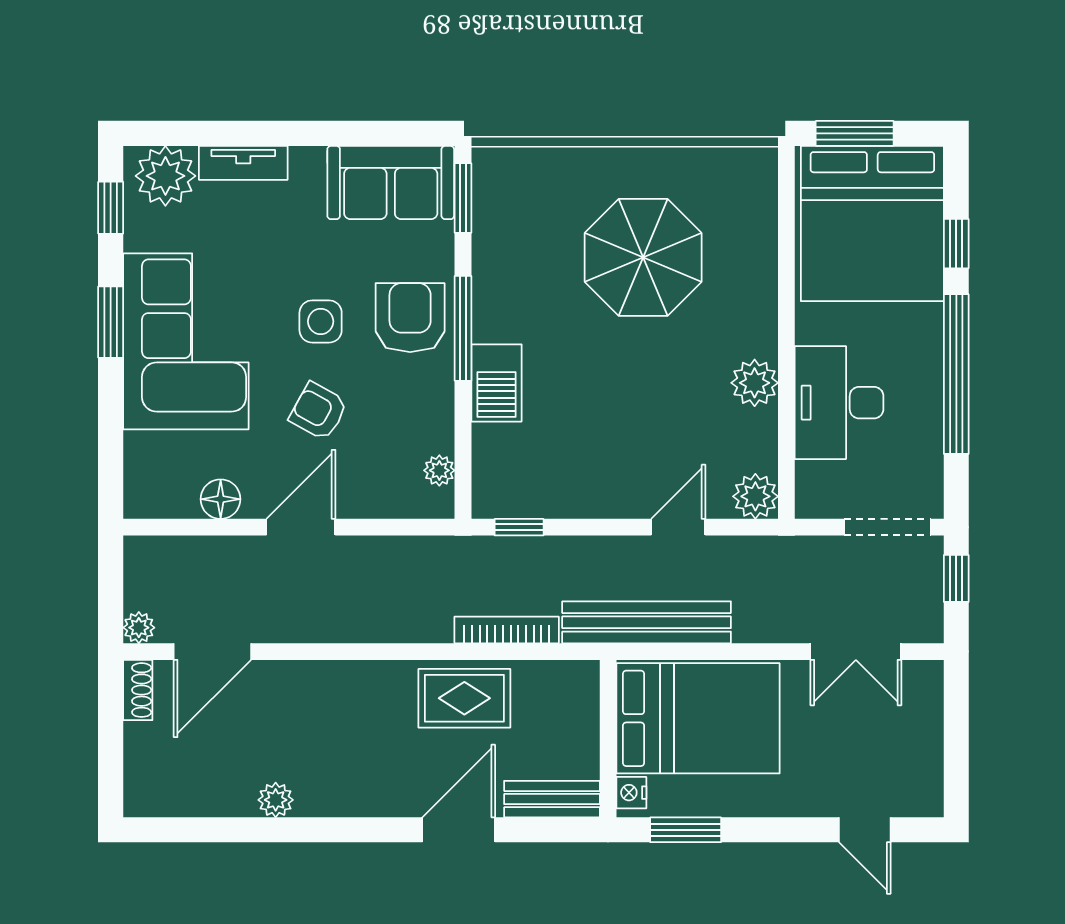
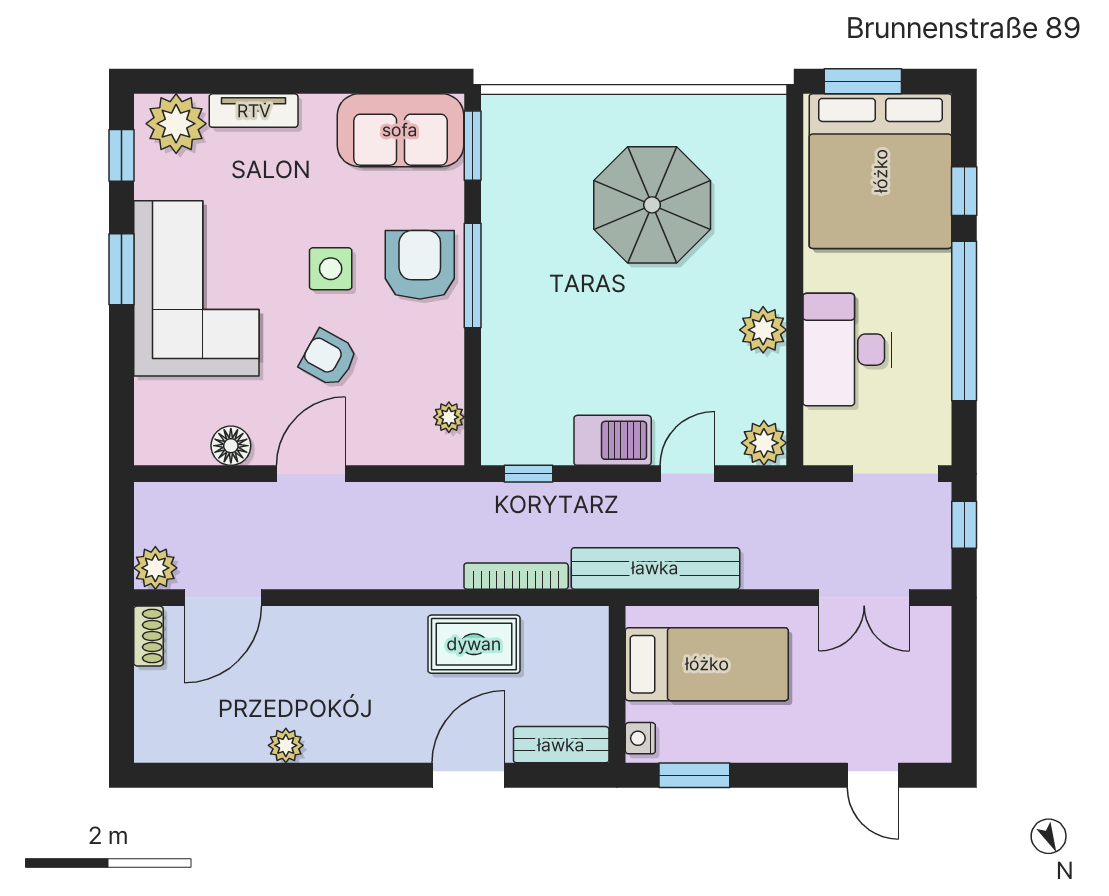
barbecue: (496, 383) -> (613, 440), moved, turned -90
plant: (139, 628) -> (155, 568), width x1.38, depth x1.38
bed: (698, 718) -> (707, 664), width x0.67

